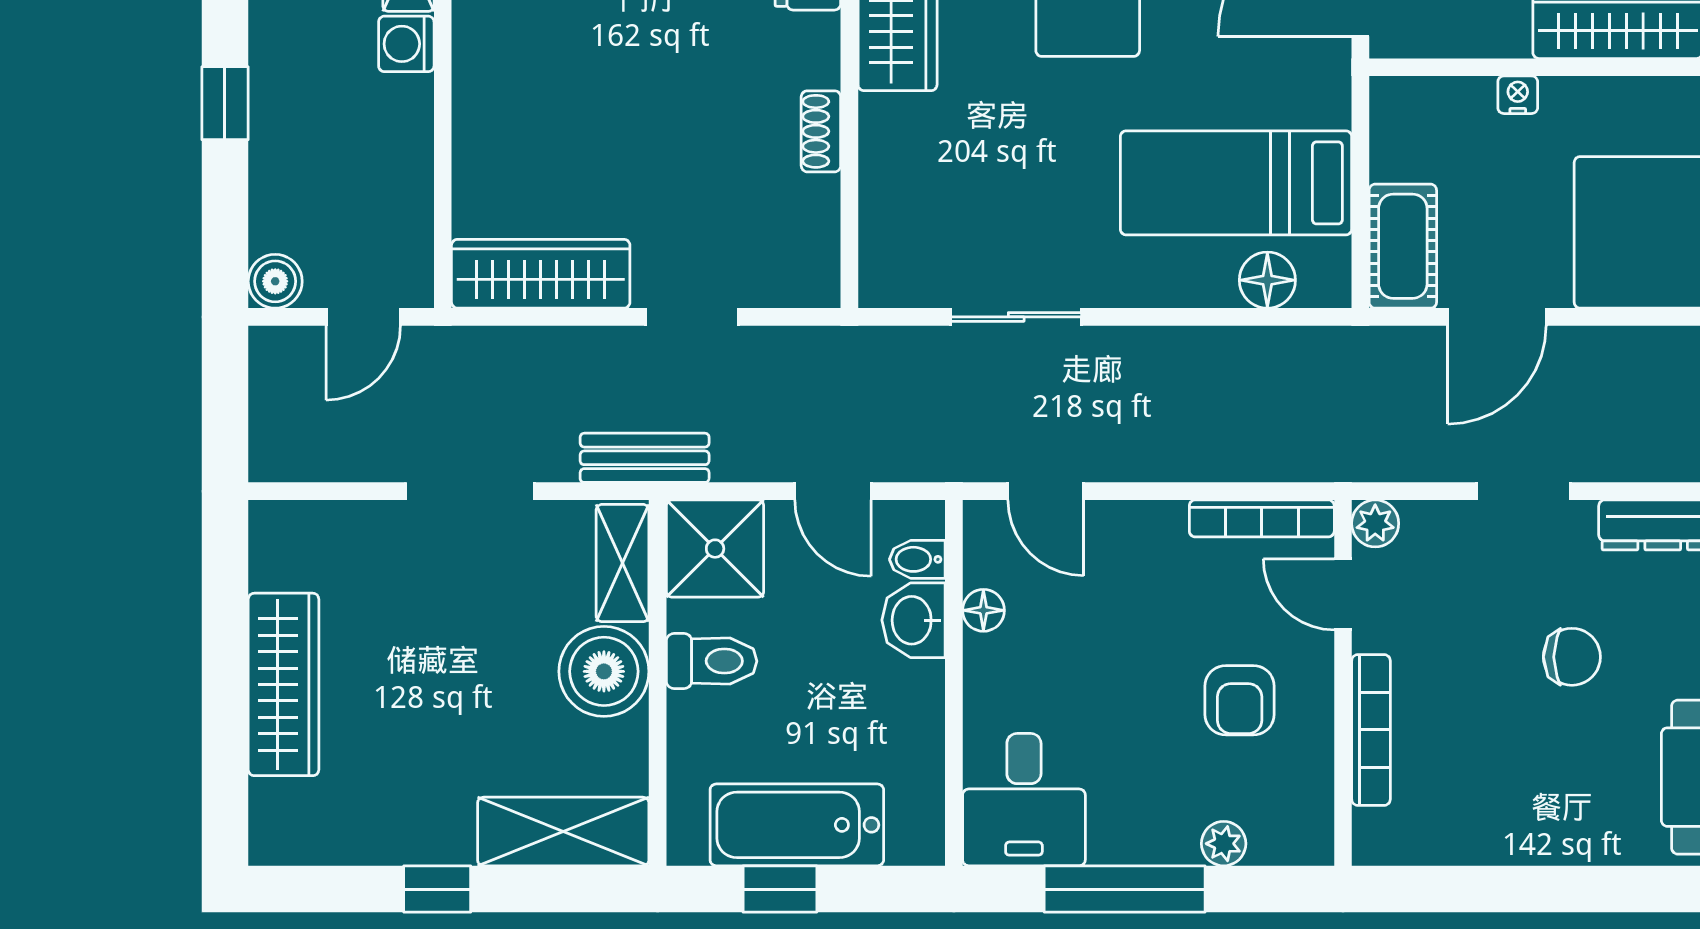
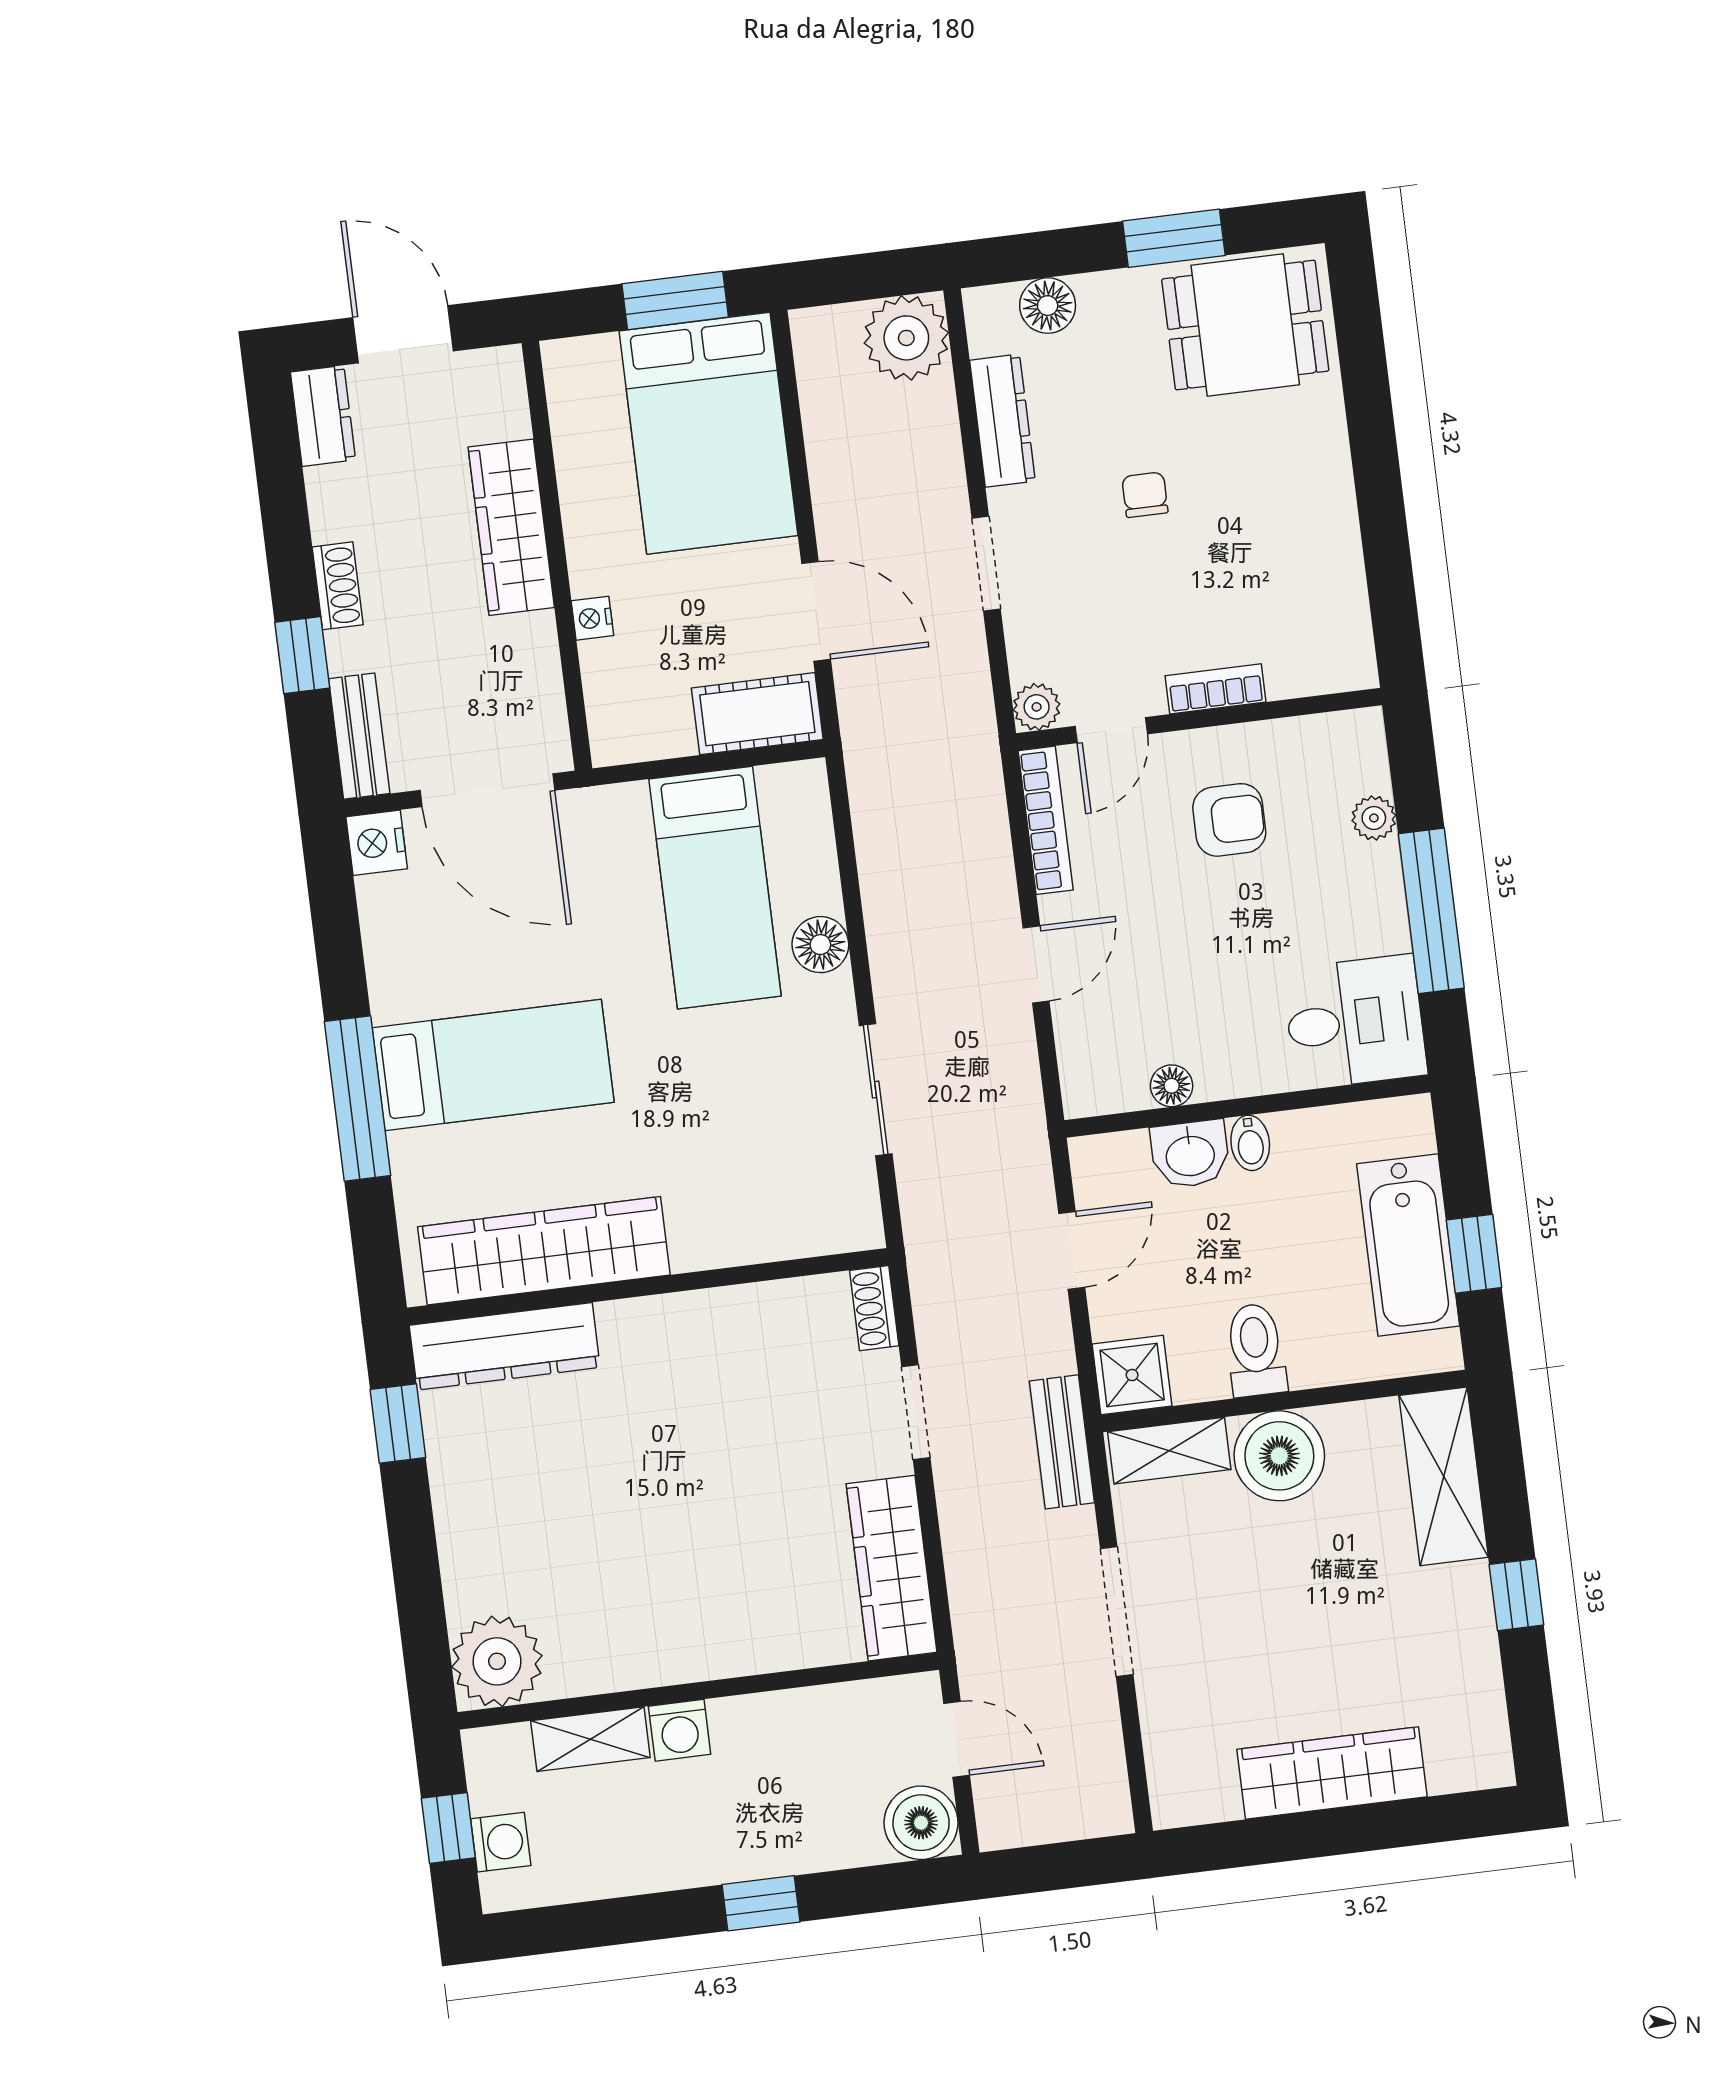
shoe rack: (821, 131) -> (874, 1308), moved, turned 90
floor lamp: (1267, 280) -> (820, 945), moved
boiler: (275, 281) -> (921, 1823), width x1.36, depth x1.36
door: (1046, 491) -> (1036, 964), moved
shower: (715, 549) -> (1132, 1375), width x0.73, depth x0.73
bidet: (917, 559) -> (1250, 1143), moved
chair: (1572, 657) -> (1145, 495), width x0.73, depth x0.73
bookcase: (1371, 730) -> (1216, 689), width x0.64

